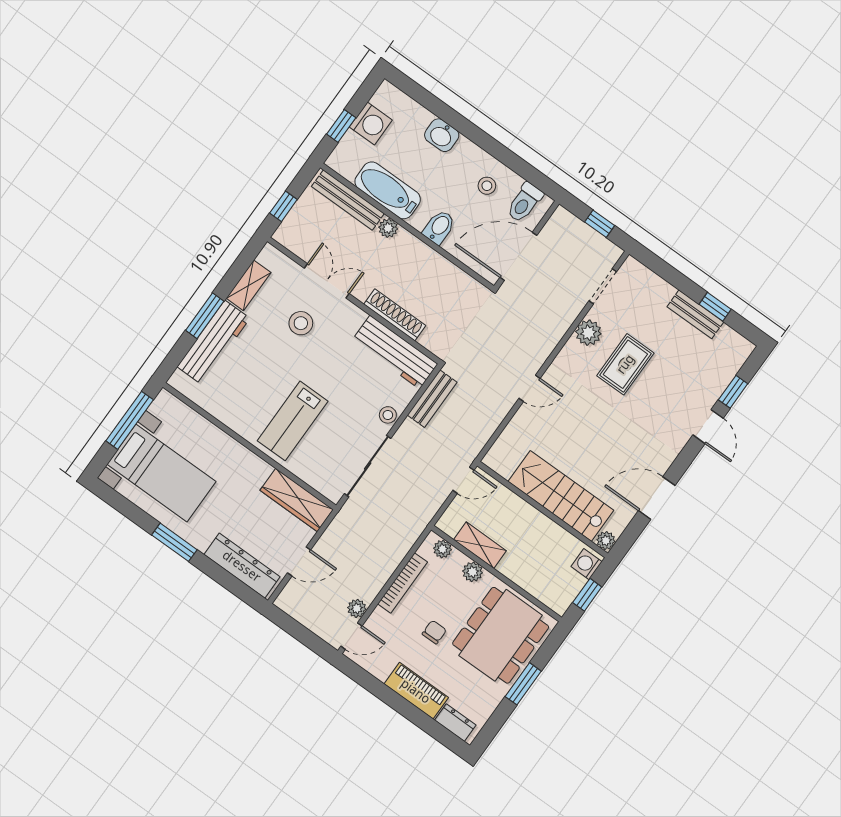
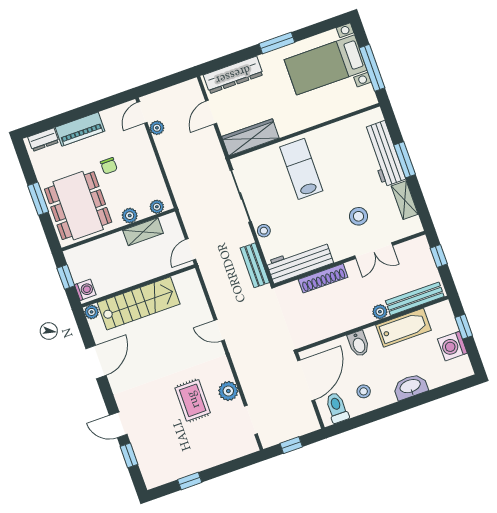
washbasin: (442, 135) -> (410, 387), width x1.38
bench: (695, 314) -> (194, 465), removed
door: (529, 388) -> (219, 330), hinge flipped
bookcase: (403, 583) -> (153, 167), removed

